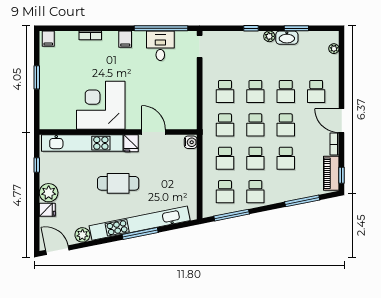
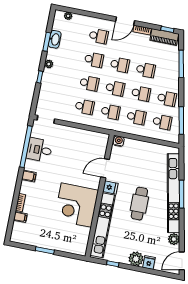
washbasin: (287, 38) -> (55, 39), moved
filing cabinet: (48, 39) -> (20, 217), moved

